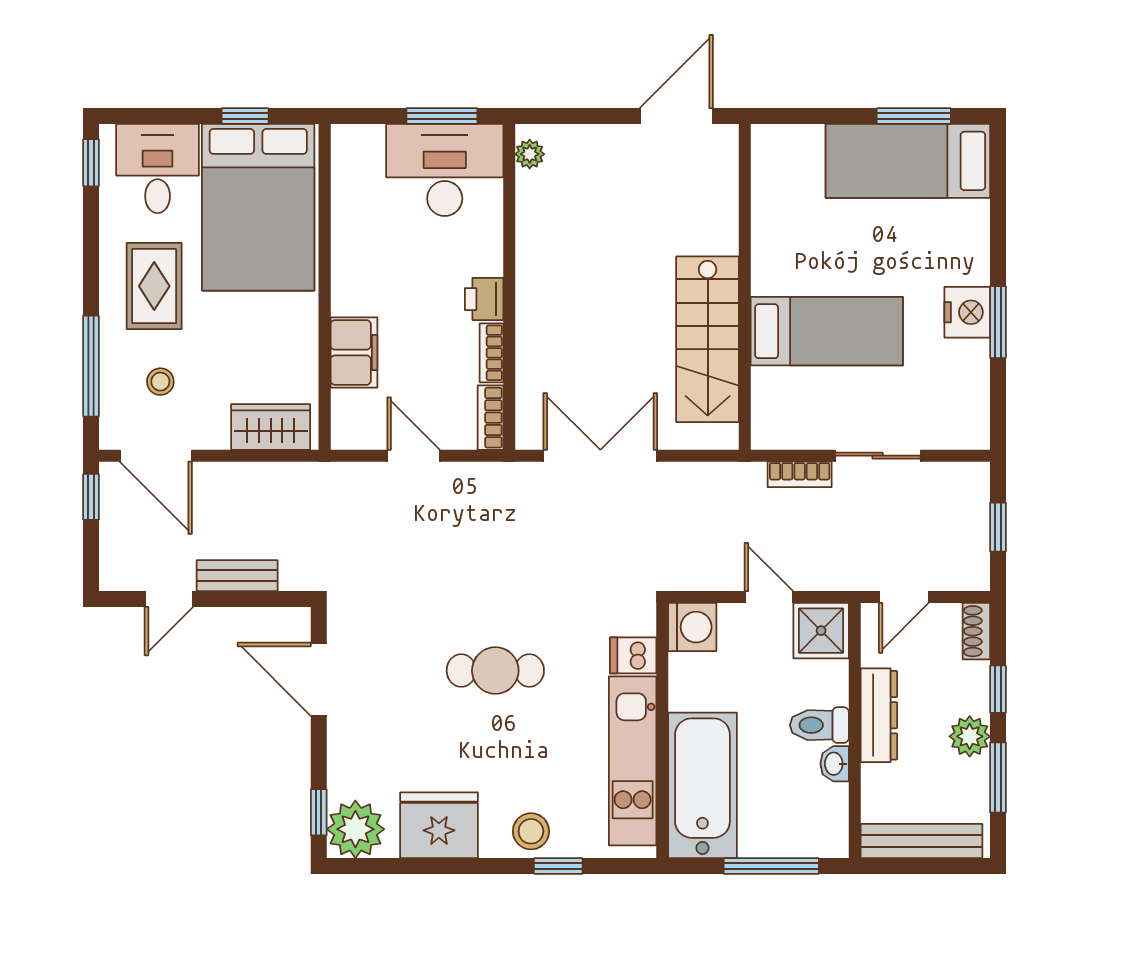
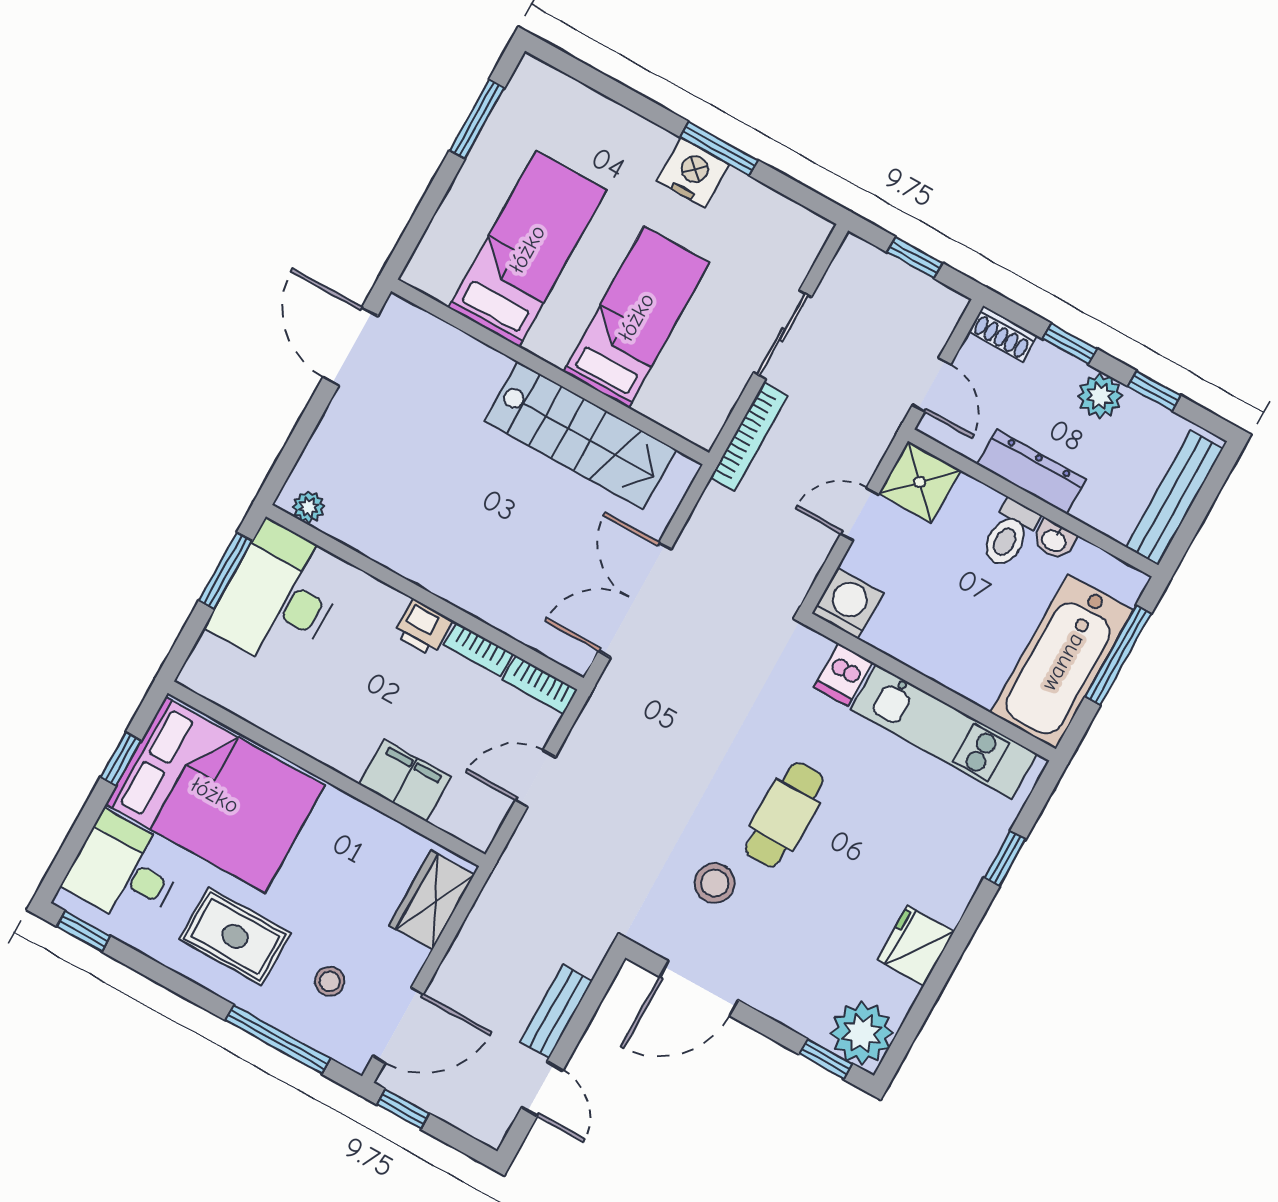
bed: (908, 161) -> (527, 249), moved, turned 180
bookcase: (800, 474) -> (749, 437), width x1.56
window: (998, 777) -> (1154, 391), width x0.67
bathtub: (702, 785) -> (1062, 661), moved, turned -90
fridge: (439, 825) -> (916, 946), width x0.73, depth x0.75
stool: (531, 831) -> (715, 883), moved

